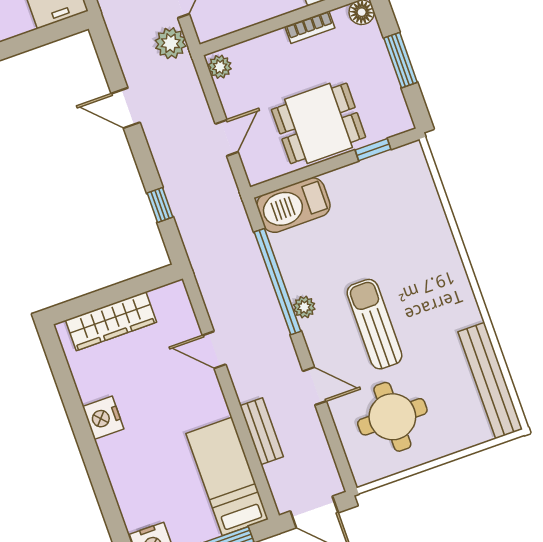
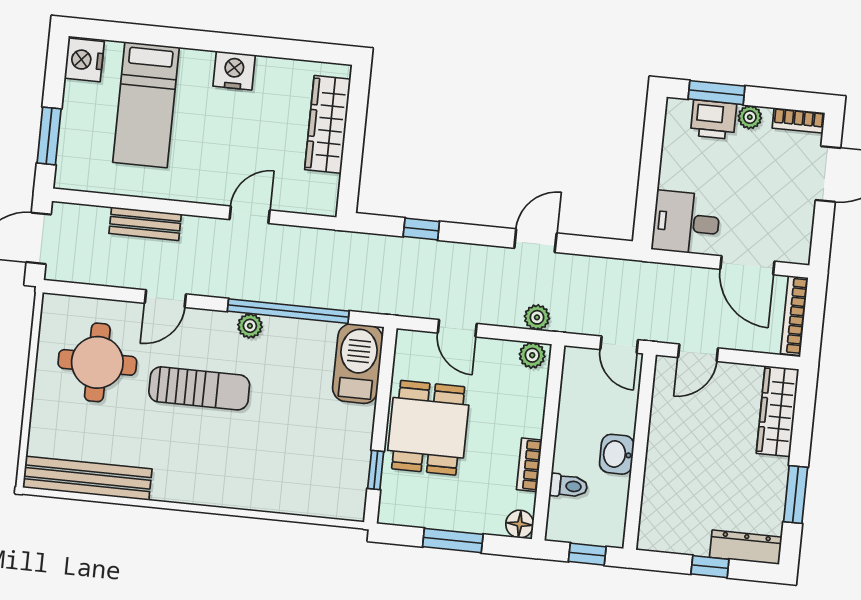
plant: (171, 43) -> (537, 317), moved, width x0.73, depth x0.73
bed: (227, 476) -> (146, 105), moved, turned 90

